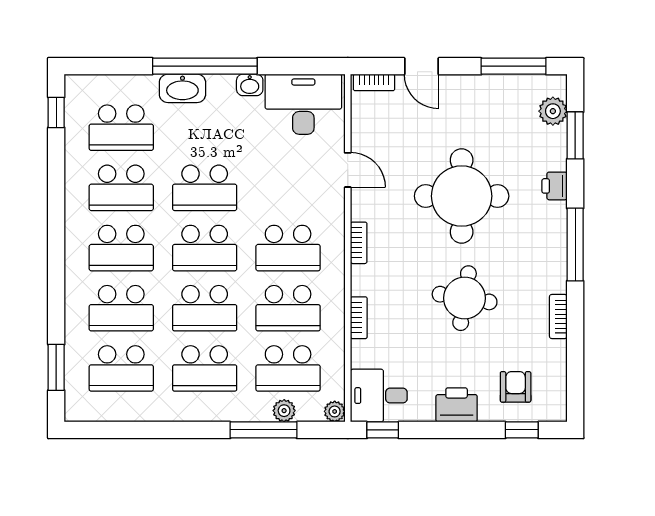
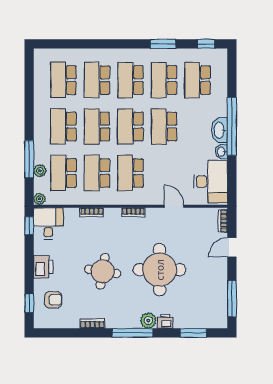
washbasin: (182, 88) -> (219, 130), moved
plant: (553, 111) -> (148, 321), moved
door: (348, 170) -> (174, 206), swing flipped
window: (56, 367) -> (163, 44), moved

